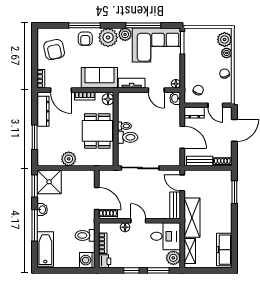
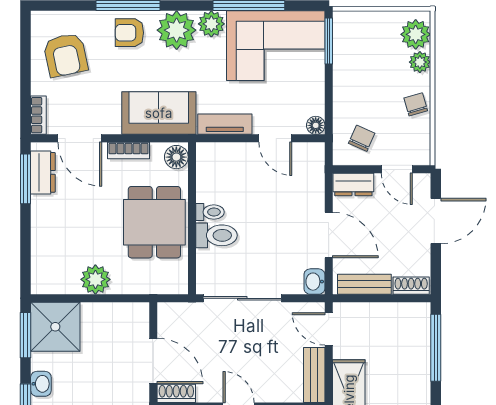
armchair: (85, 39) -> (129, 33), turned 90
washbasin: (175, 98) -> (314, 282), moved
dresser: (43, 111) -> (43, 172), width x0.70
window: (35, 137) -> (26, 179), moved
window: (234, 192) -> (436, 348), width x1.44

